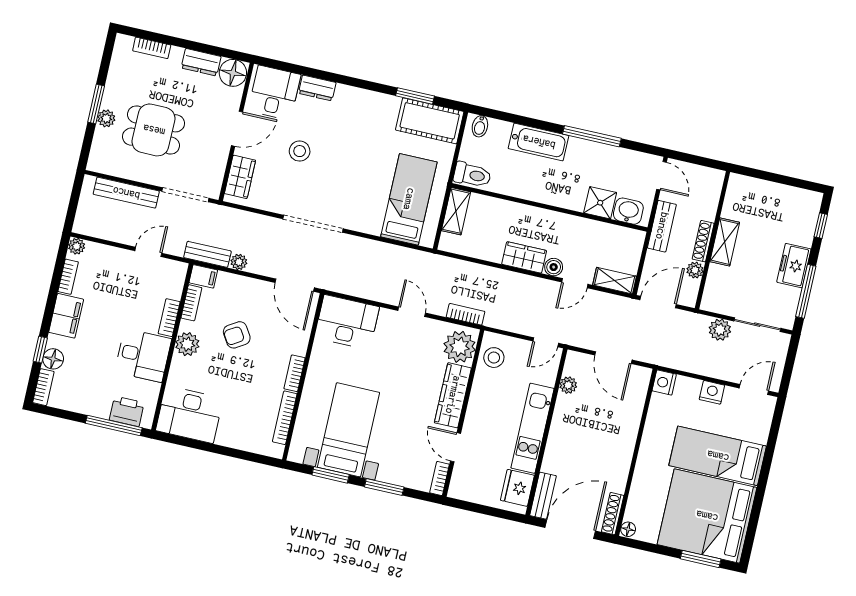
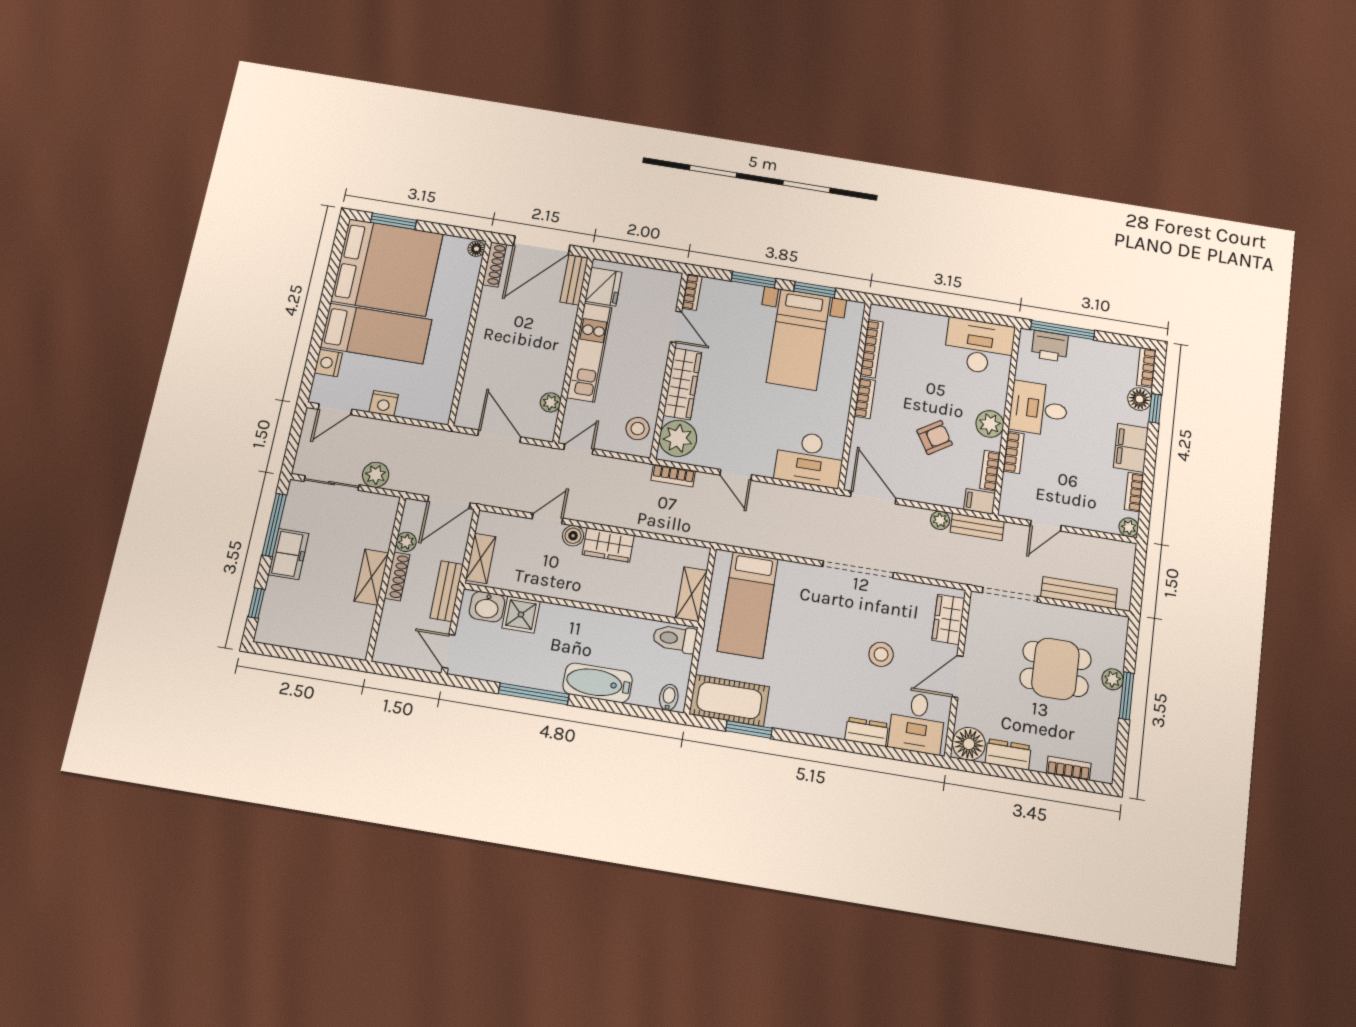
shelving: (615, 281) -> (481, 558), moved, turned 90
nightstand: (664, 383) -> (328, 363), moved, turned 180

